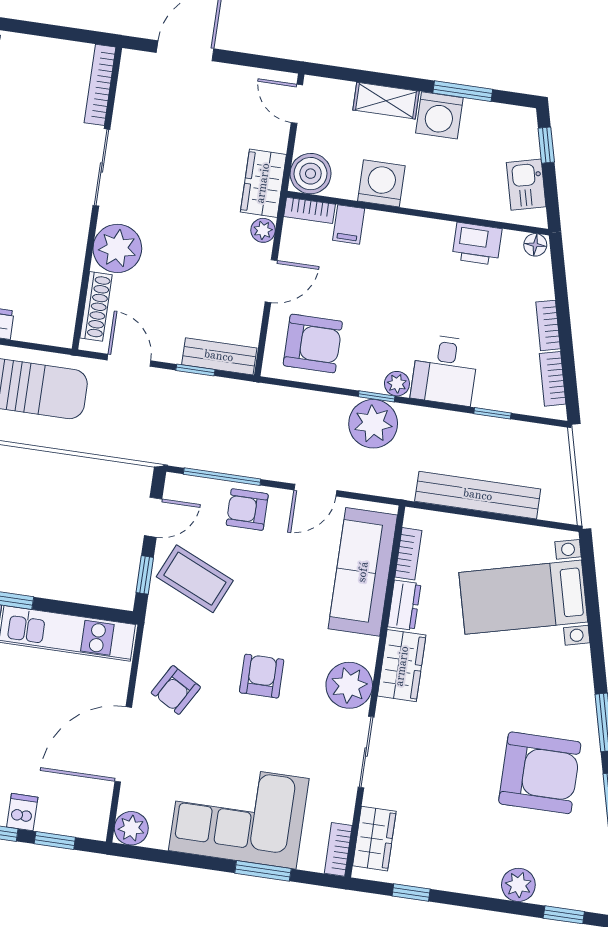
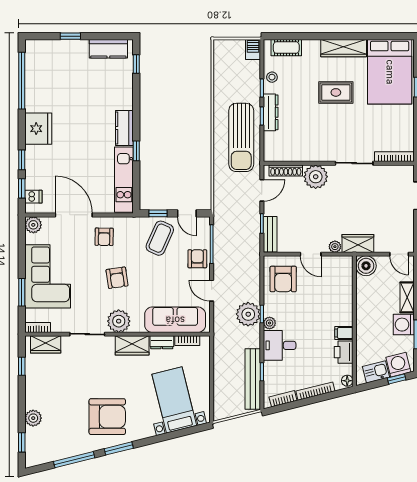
door: (297, 104) -> (399, 254), swing flipped
washing machine: (381, 183) -> (398, 365), moved, turned -104
bookcase: (310, 210) -> (348, 268), removed
filing cabinet: (349, 224) -> (344, 333), moved
bookcase: (548, 325) -> (315, 391), width x1.56
bench: (478, 495) -> (253, 379), moved
armchair: (262, 676) -> (117, 278), turned 82
armchair: (176, 690) -> (104, 237), turned -119
armchair: (540, 773) -> (107, 417), moved, turned -90
dishwasher: (22, 812) -> (33, 197), moved

